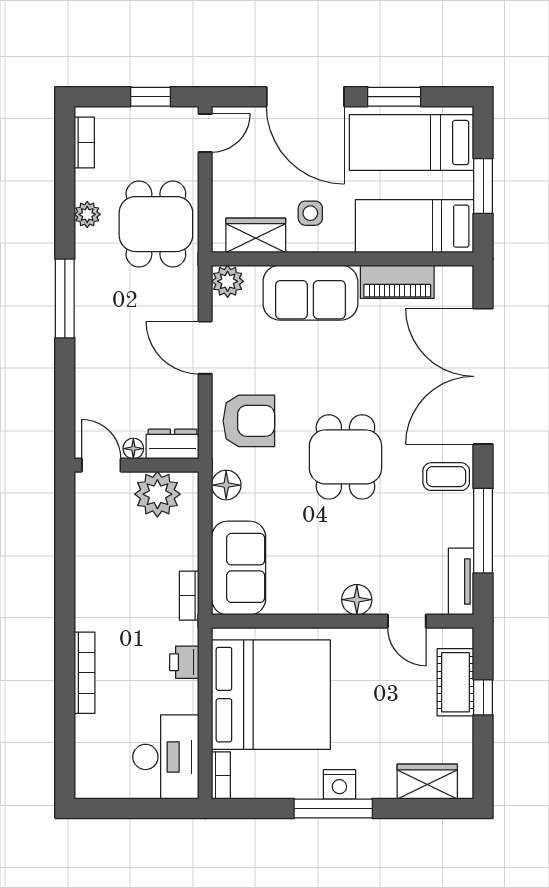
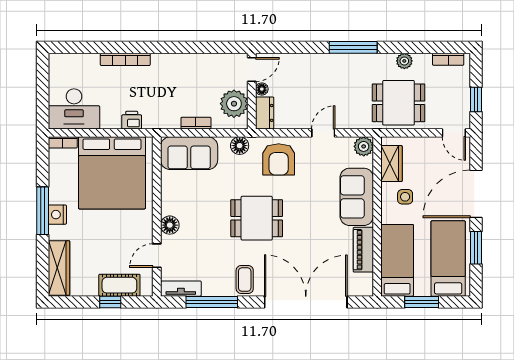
door: (205, 348) -> (323, 133), width x0.73
bookcase: (189, 596) -> (196, 123), moved
wardrobe: (427, 782) -> (59, 268), width x1.50

